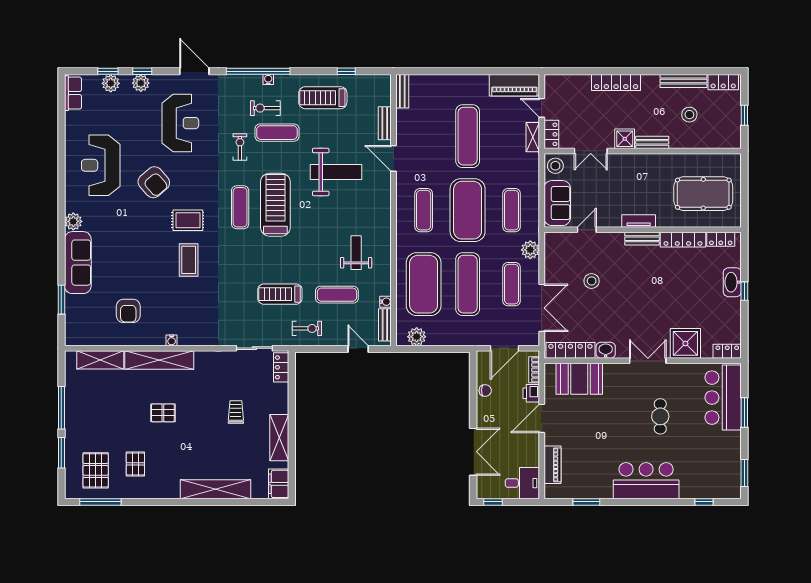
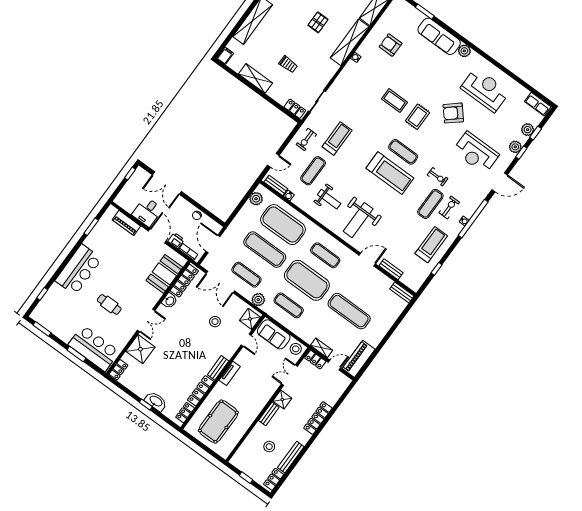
weight bench: (336, 172) -> (358, 220), moved
shower: (559, 243) -> (250, 319), added
desk: (522, 483) -> (147, 212), moved
filing cabinet: (279, 484) -> (225, 56), width x0.50

